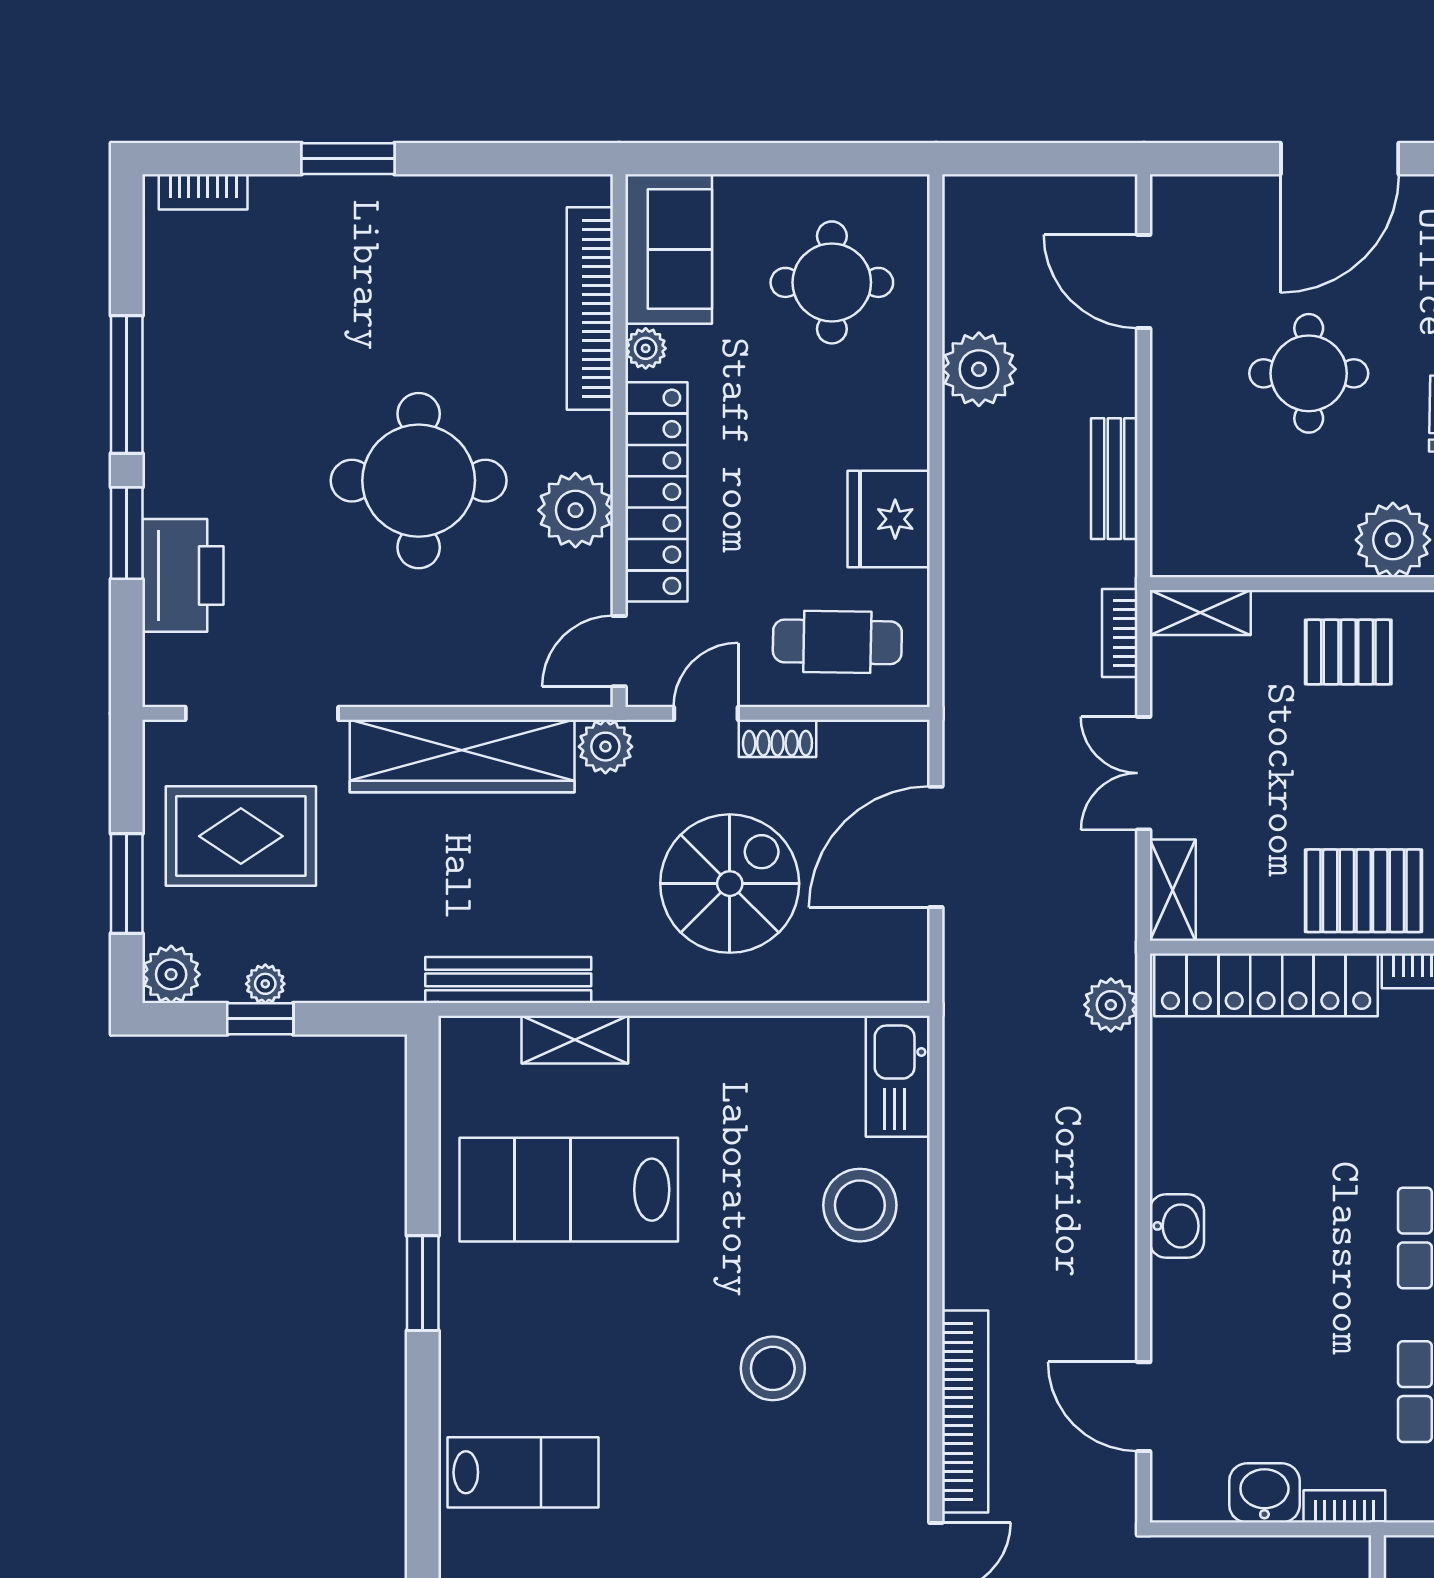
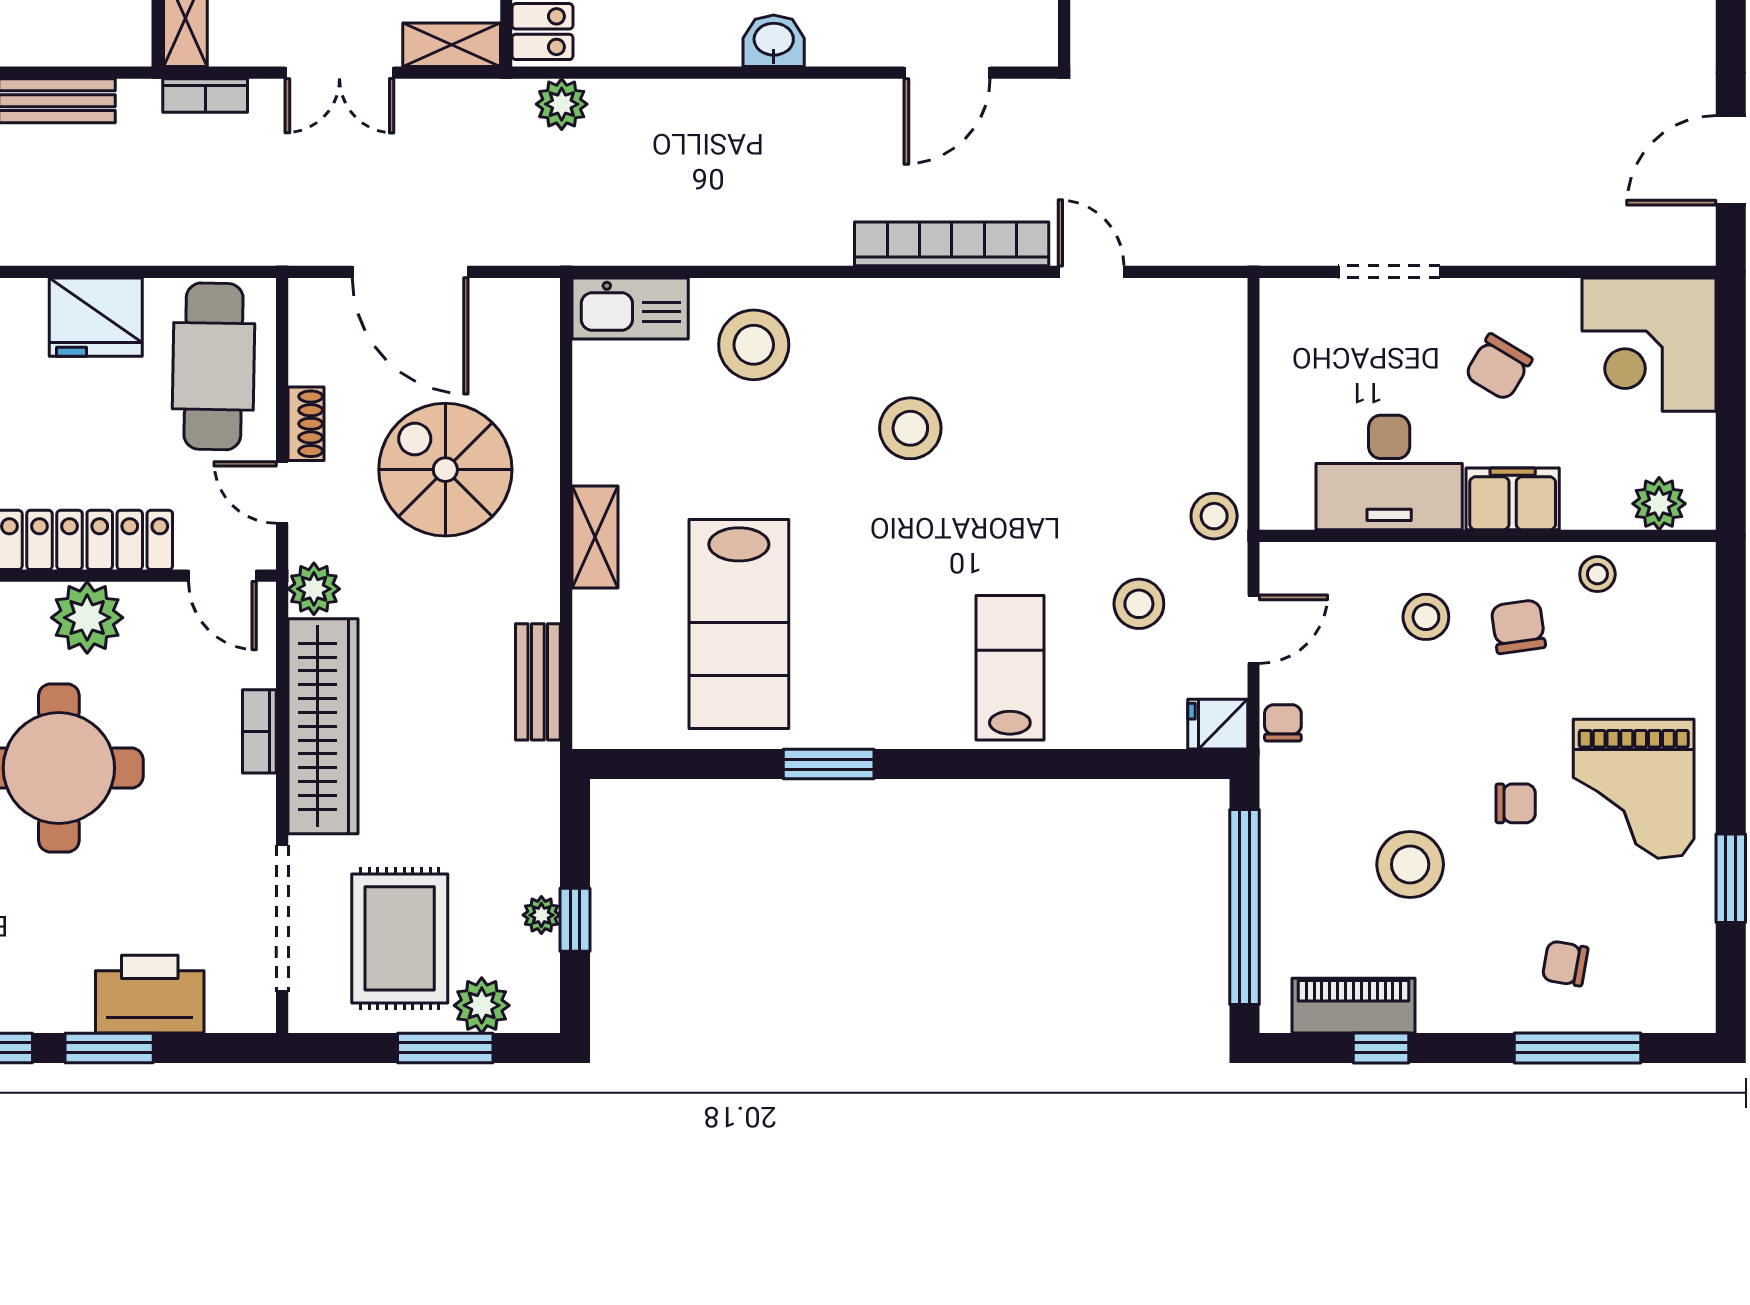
cafe table: (837, 642) -> (213, 366), width x1.37, depth x1.35
bookcase: (457, 690) -> (259, 731), added
plant: (171, 974) -> (482, 1005), moved
bench: (508, 980) -> (538, 682), width x0.73
shelving: (575, 1040) -> (595, 537), moved

